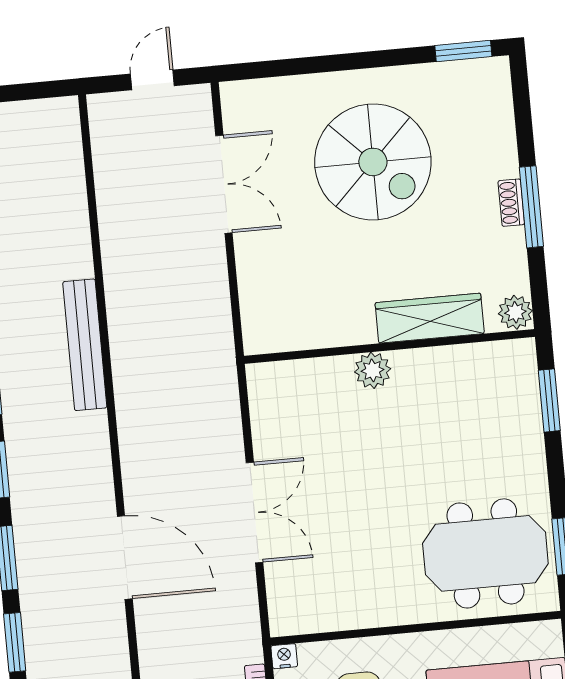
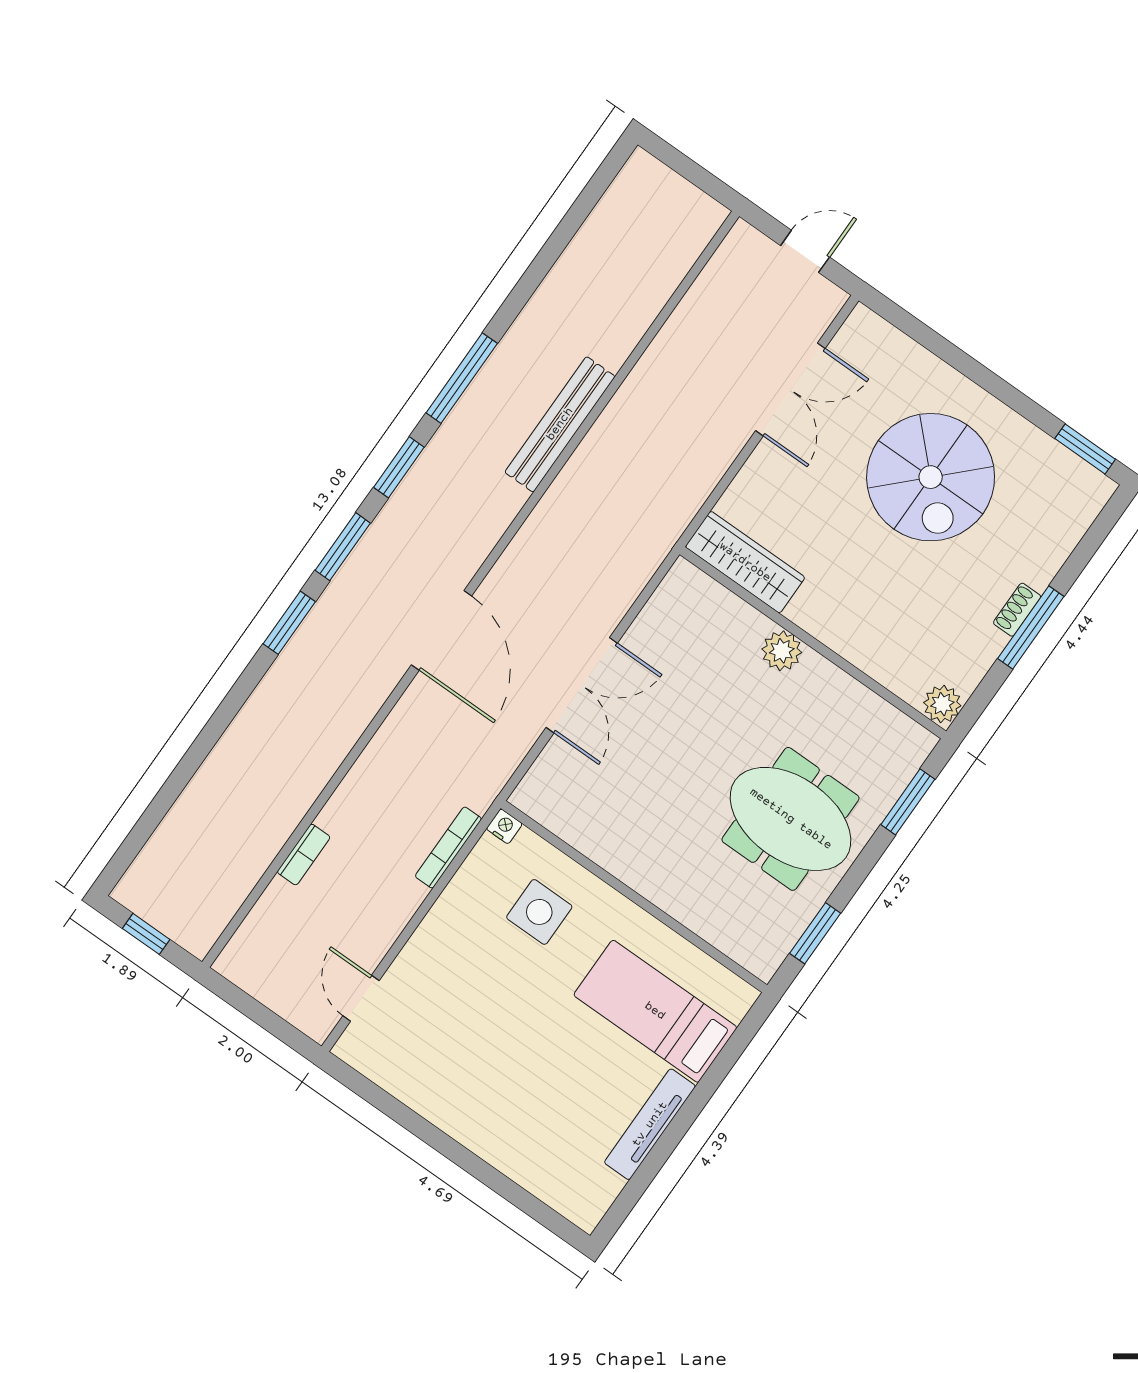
wardrobe: (430, 318) -> (745, 562), moved
meeting table: (485, 553) -> (791, 819), moved

